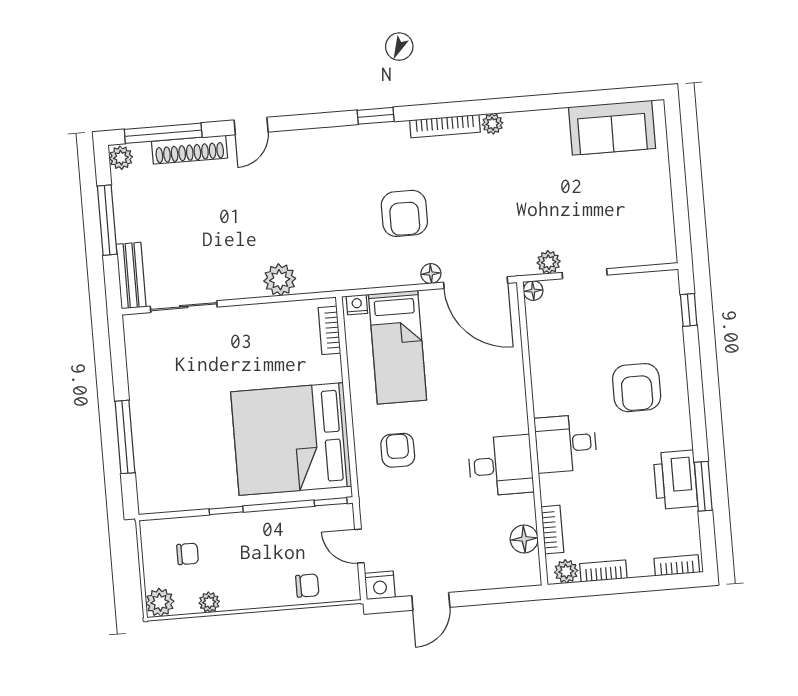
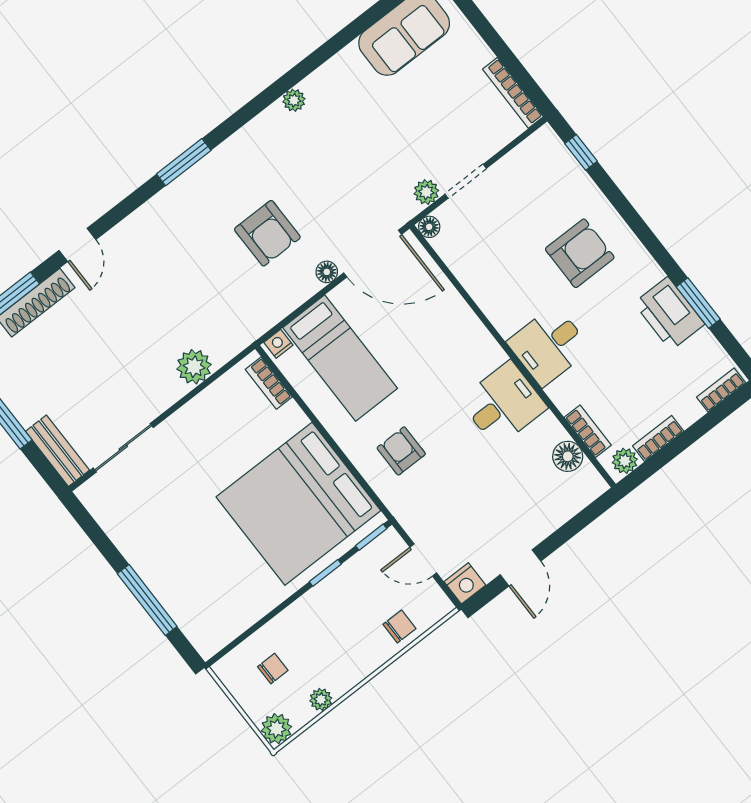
window: (376, 116) -> (184, 162), width x1.50
bookcase: (445, 126) -> (513, 93), moved, turned 90
armchair: (637, 388) -> (580, 253), turned -90
window: (226, 510) -> (325, 573), moved

